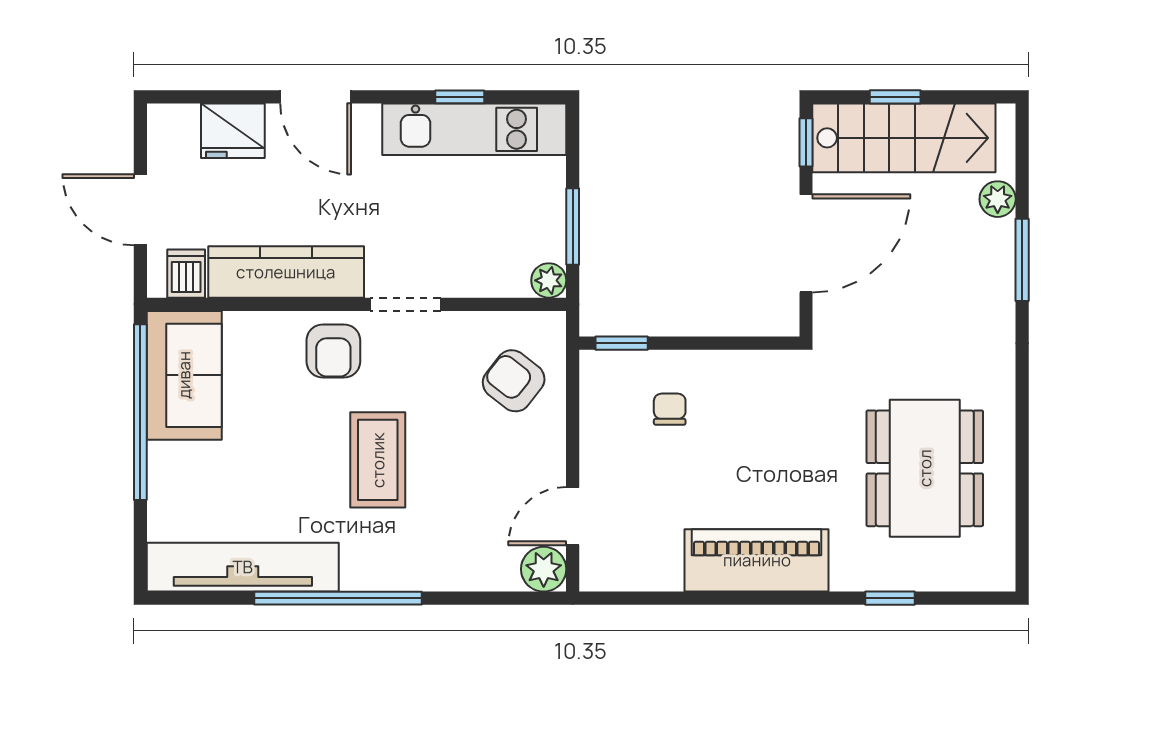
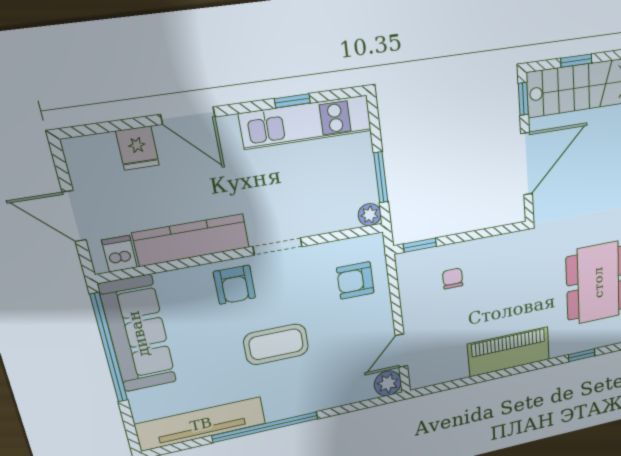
fridge: (233, 131) -> (138, 148), width x0.72
sofa: (184, 375) -> (138, 334), width x1.36
armchair: (514, 381) -> (355, 280), turned -38
coffee table: (378, 460) -> (276, 344), turned 90

